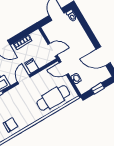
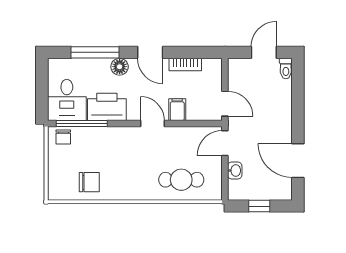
door: (64, 68) -> (225, 143), hinge flipped
door: (24, 79) -> (152, 124), hinge flipped
cafe table: (53, 98) -> (181, 180), width x0.73, depth x0.74

